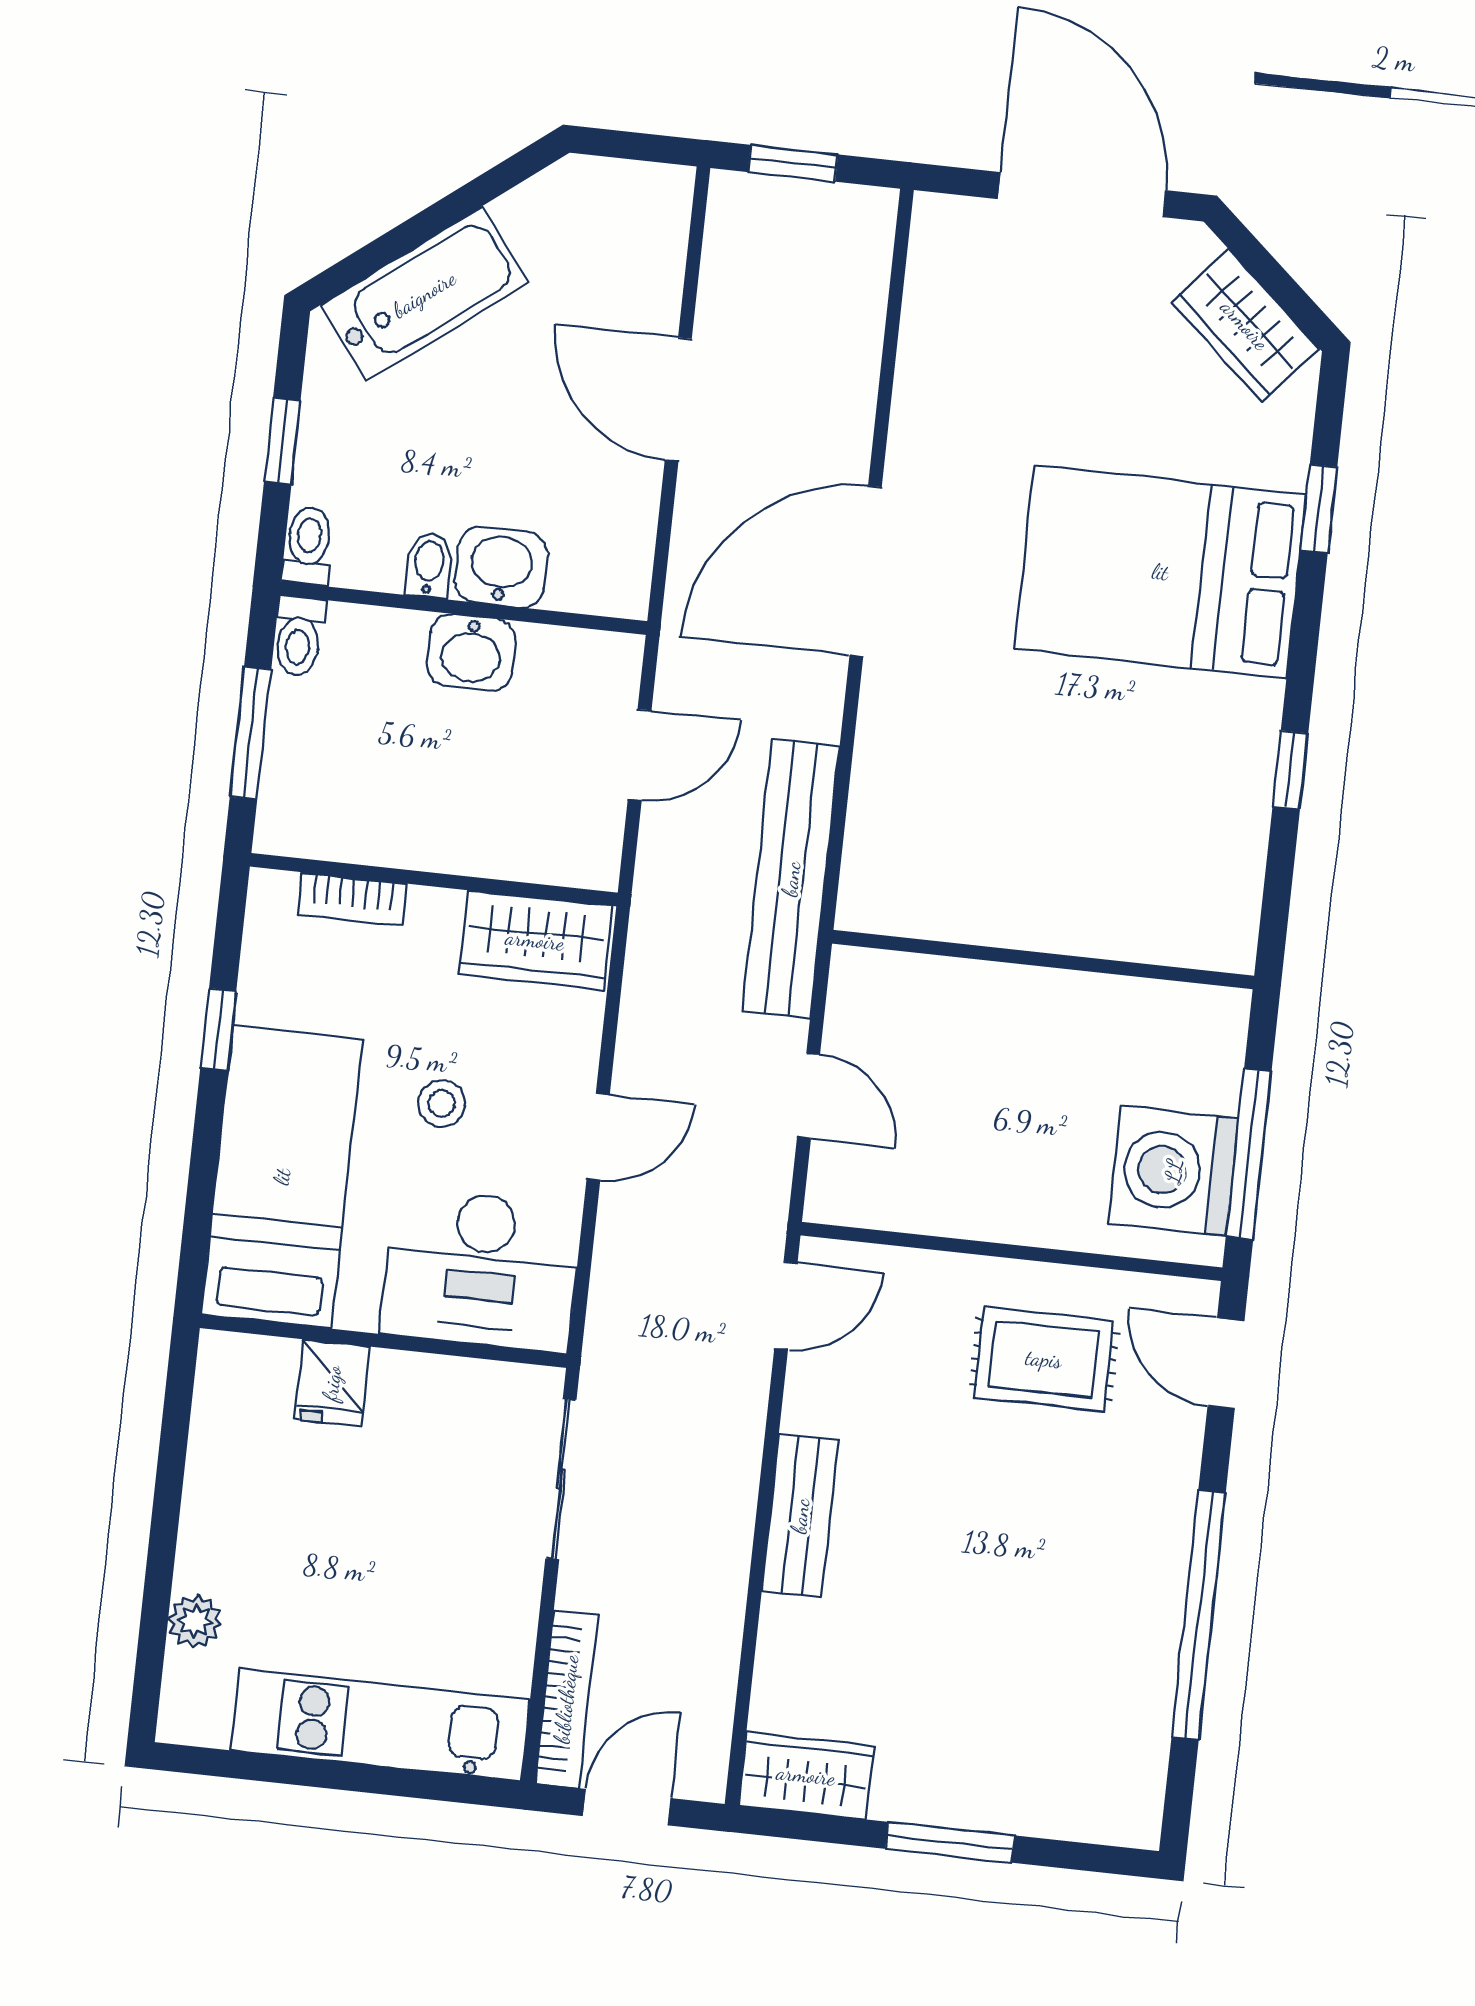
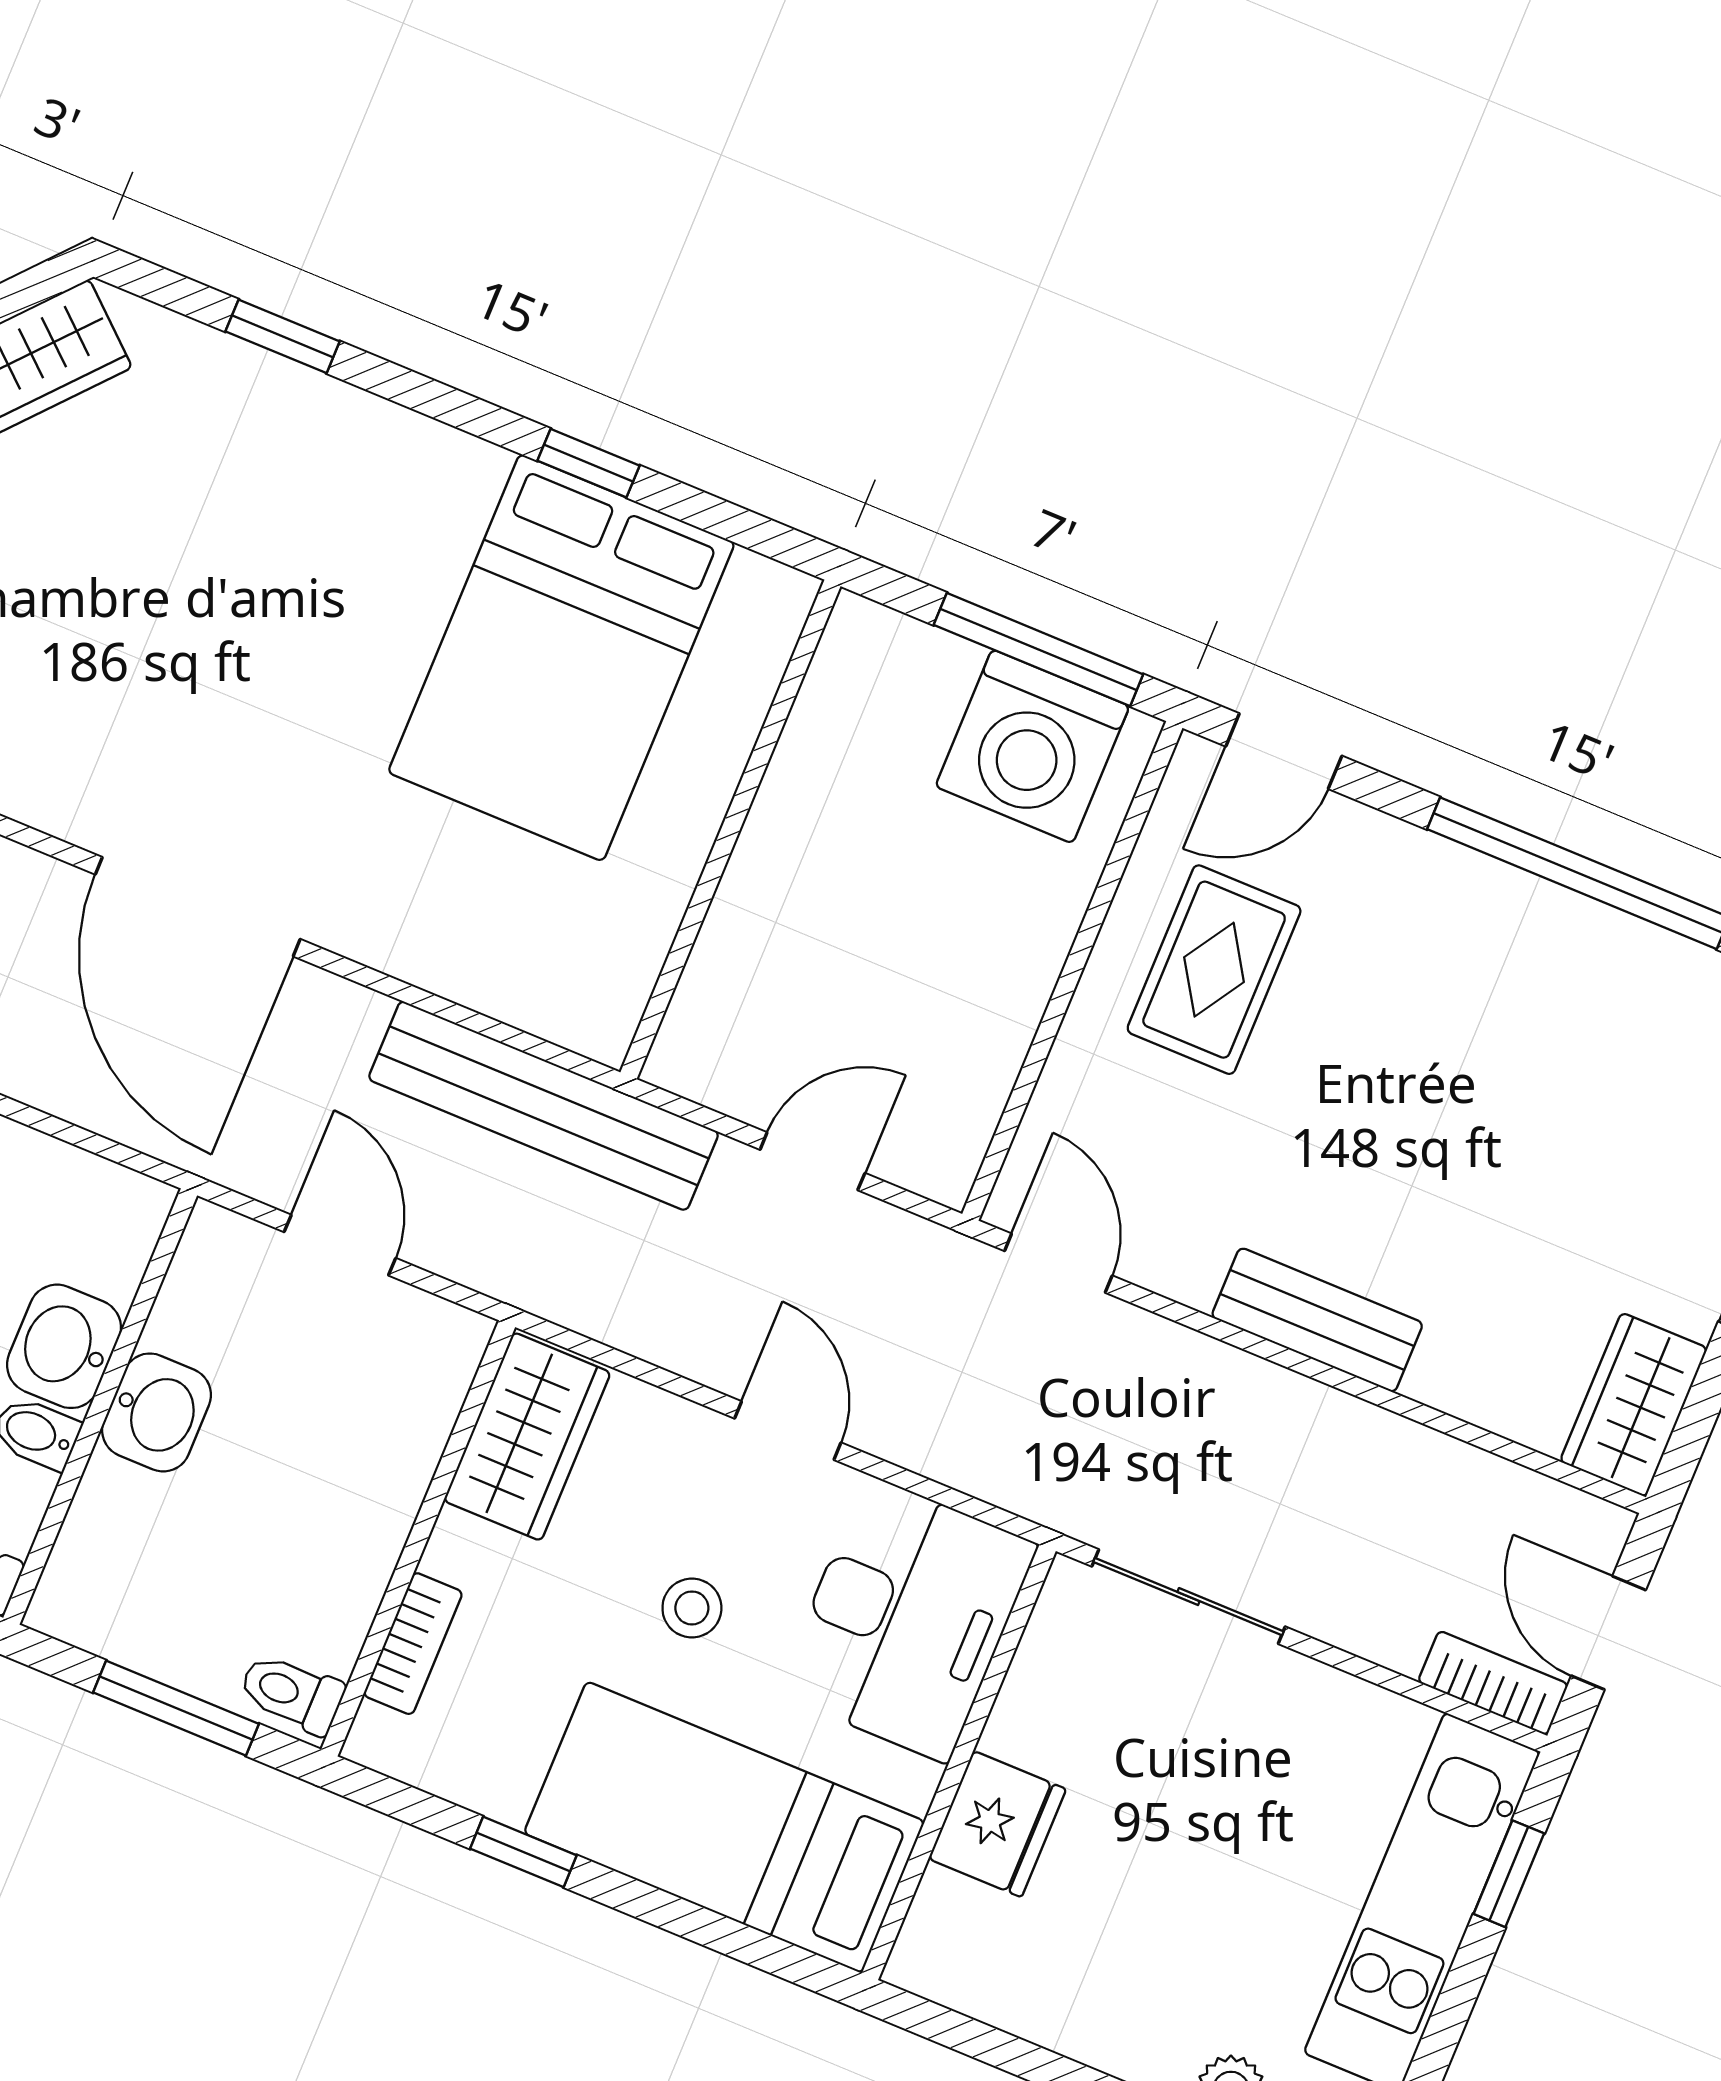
bed: (1160, 572) -> (561, 658), moved
toilet: (299, 636) -> (292, 1693), moved, turned 180
fridge: (332, 1383) -> (997, 1824), width x1.38
bookcase: (566, 1699) -> (1493, 1683), width x0.64
window: (421, 1785) -> (1509, 1874), added

